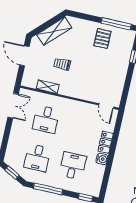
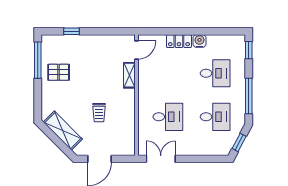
shelving: (48, 87) -> (129, 75), moved
desk: (73, 166) -> (215, 73), turned 180

